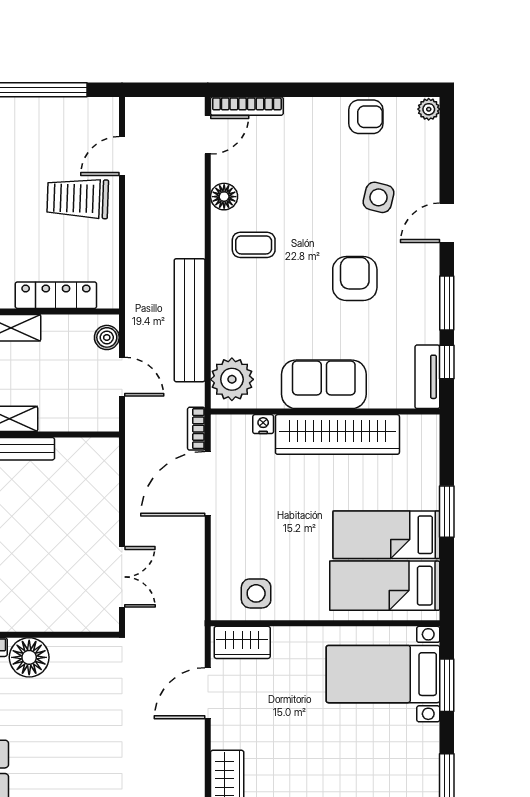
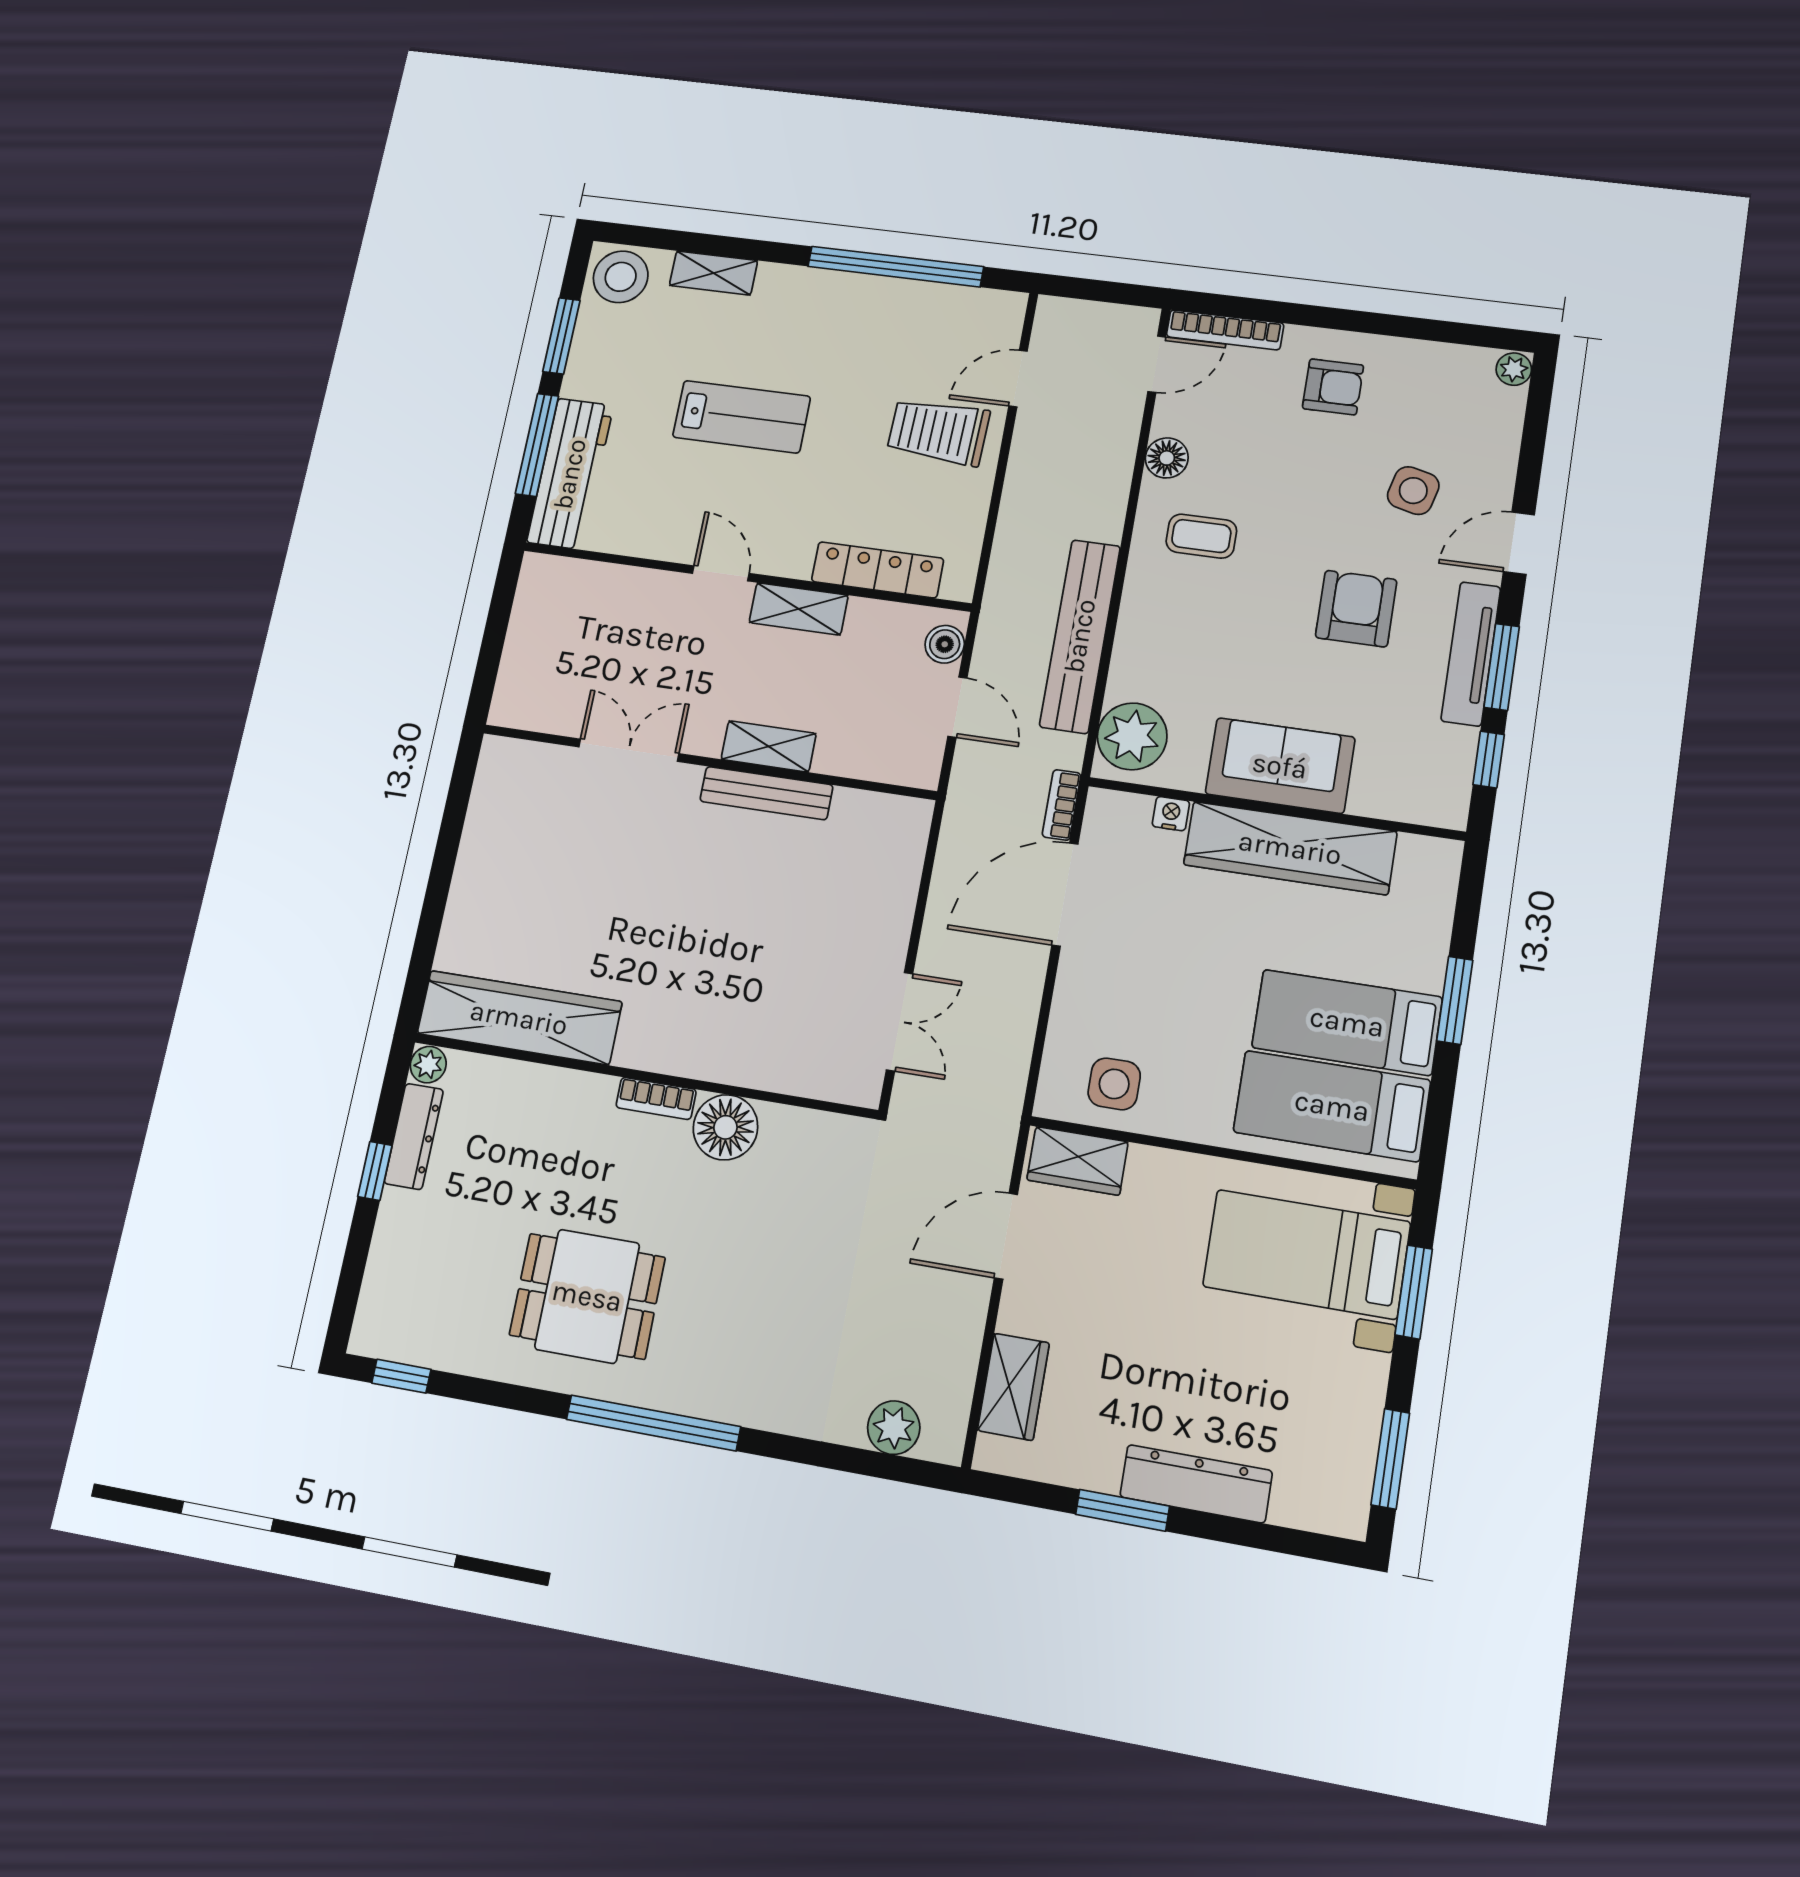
armchair: (366, 117) -> (1333, 387), moved
tv unit: (427, 377) -> (1471, 654), moved, width x1.41

